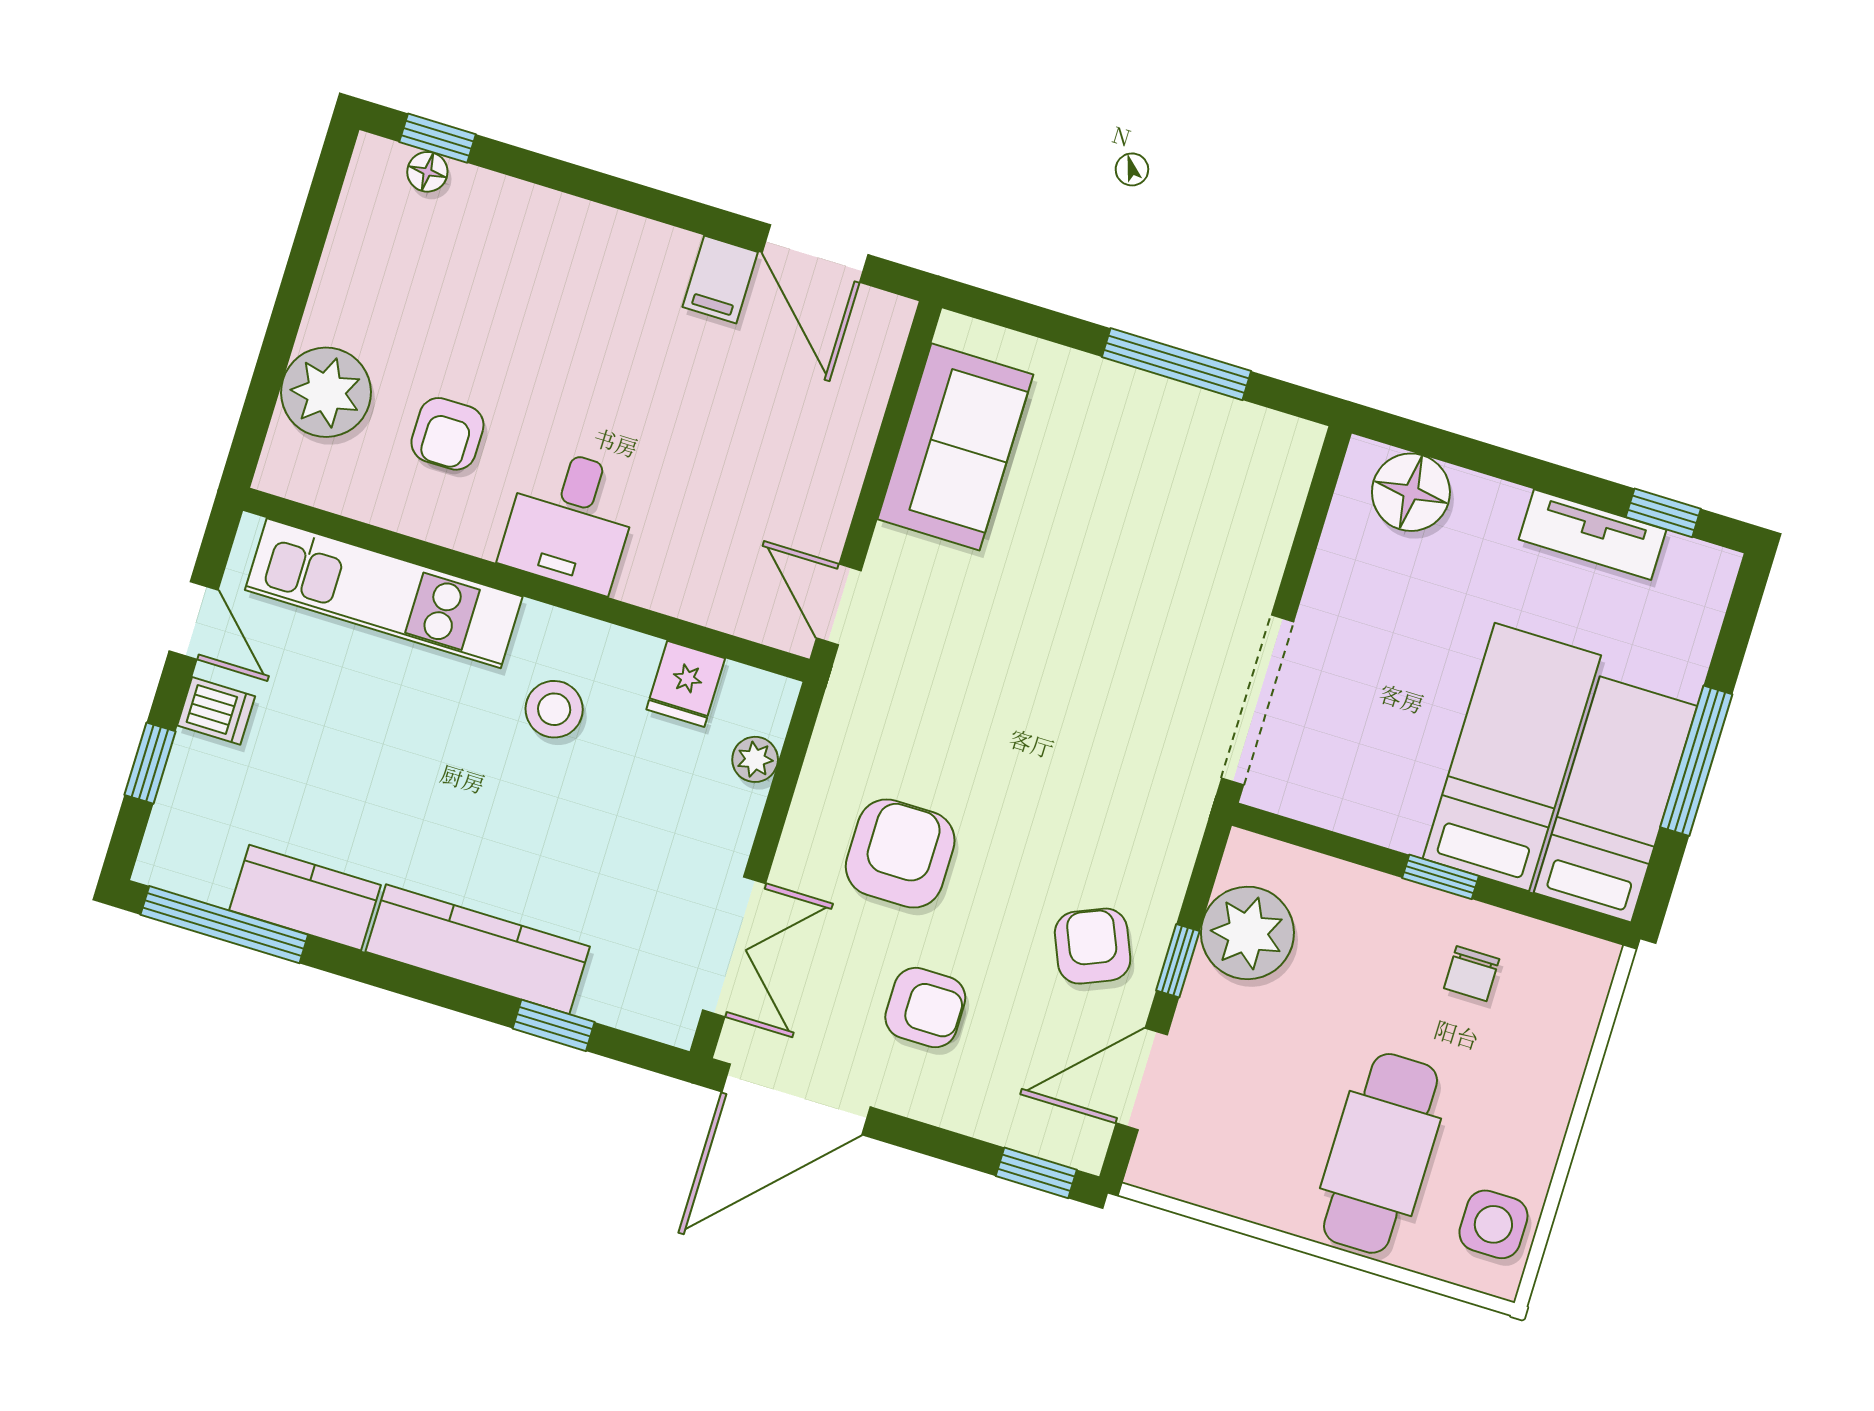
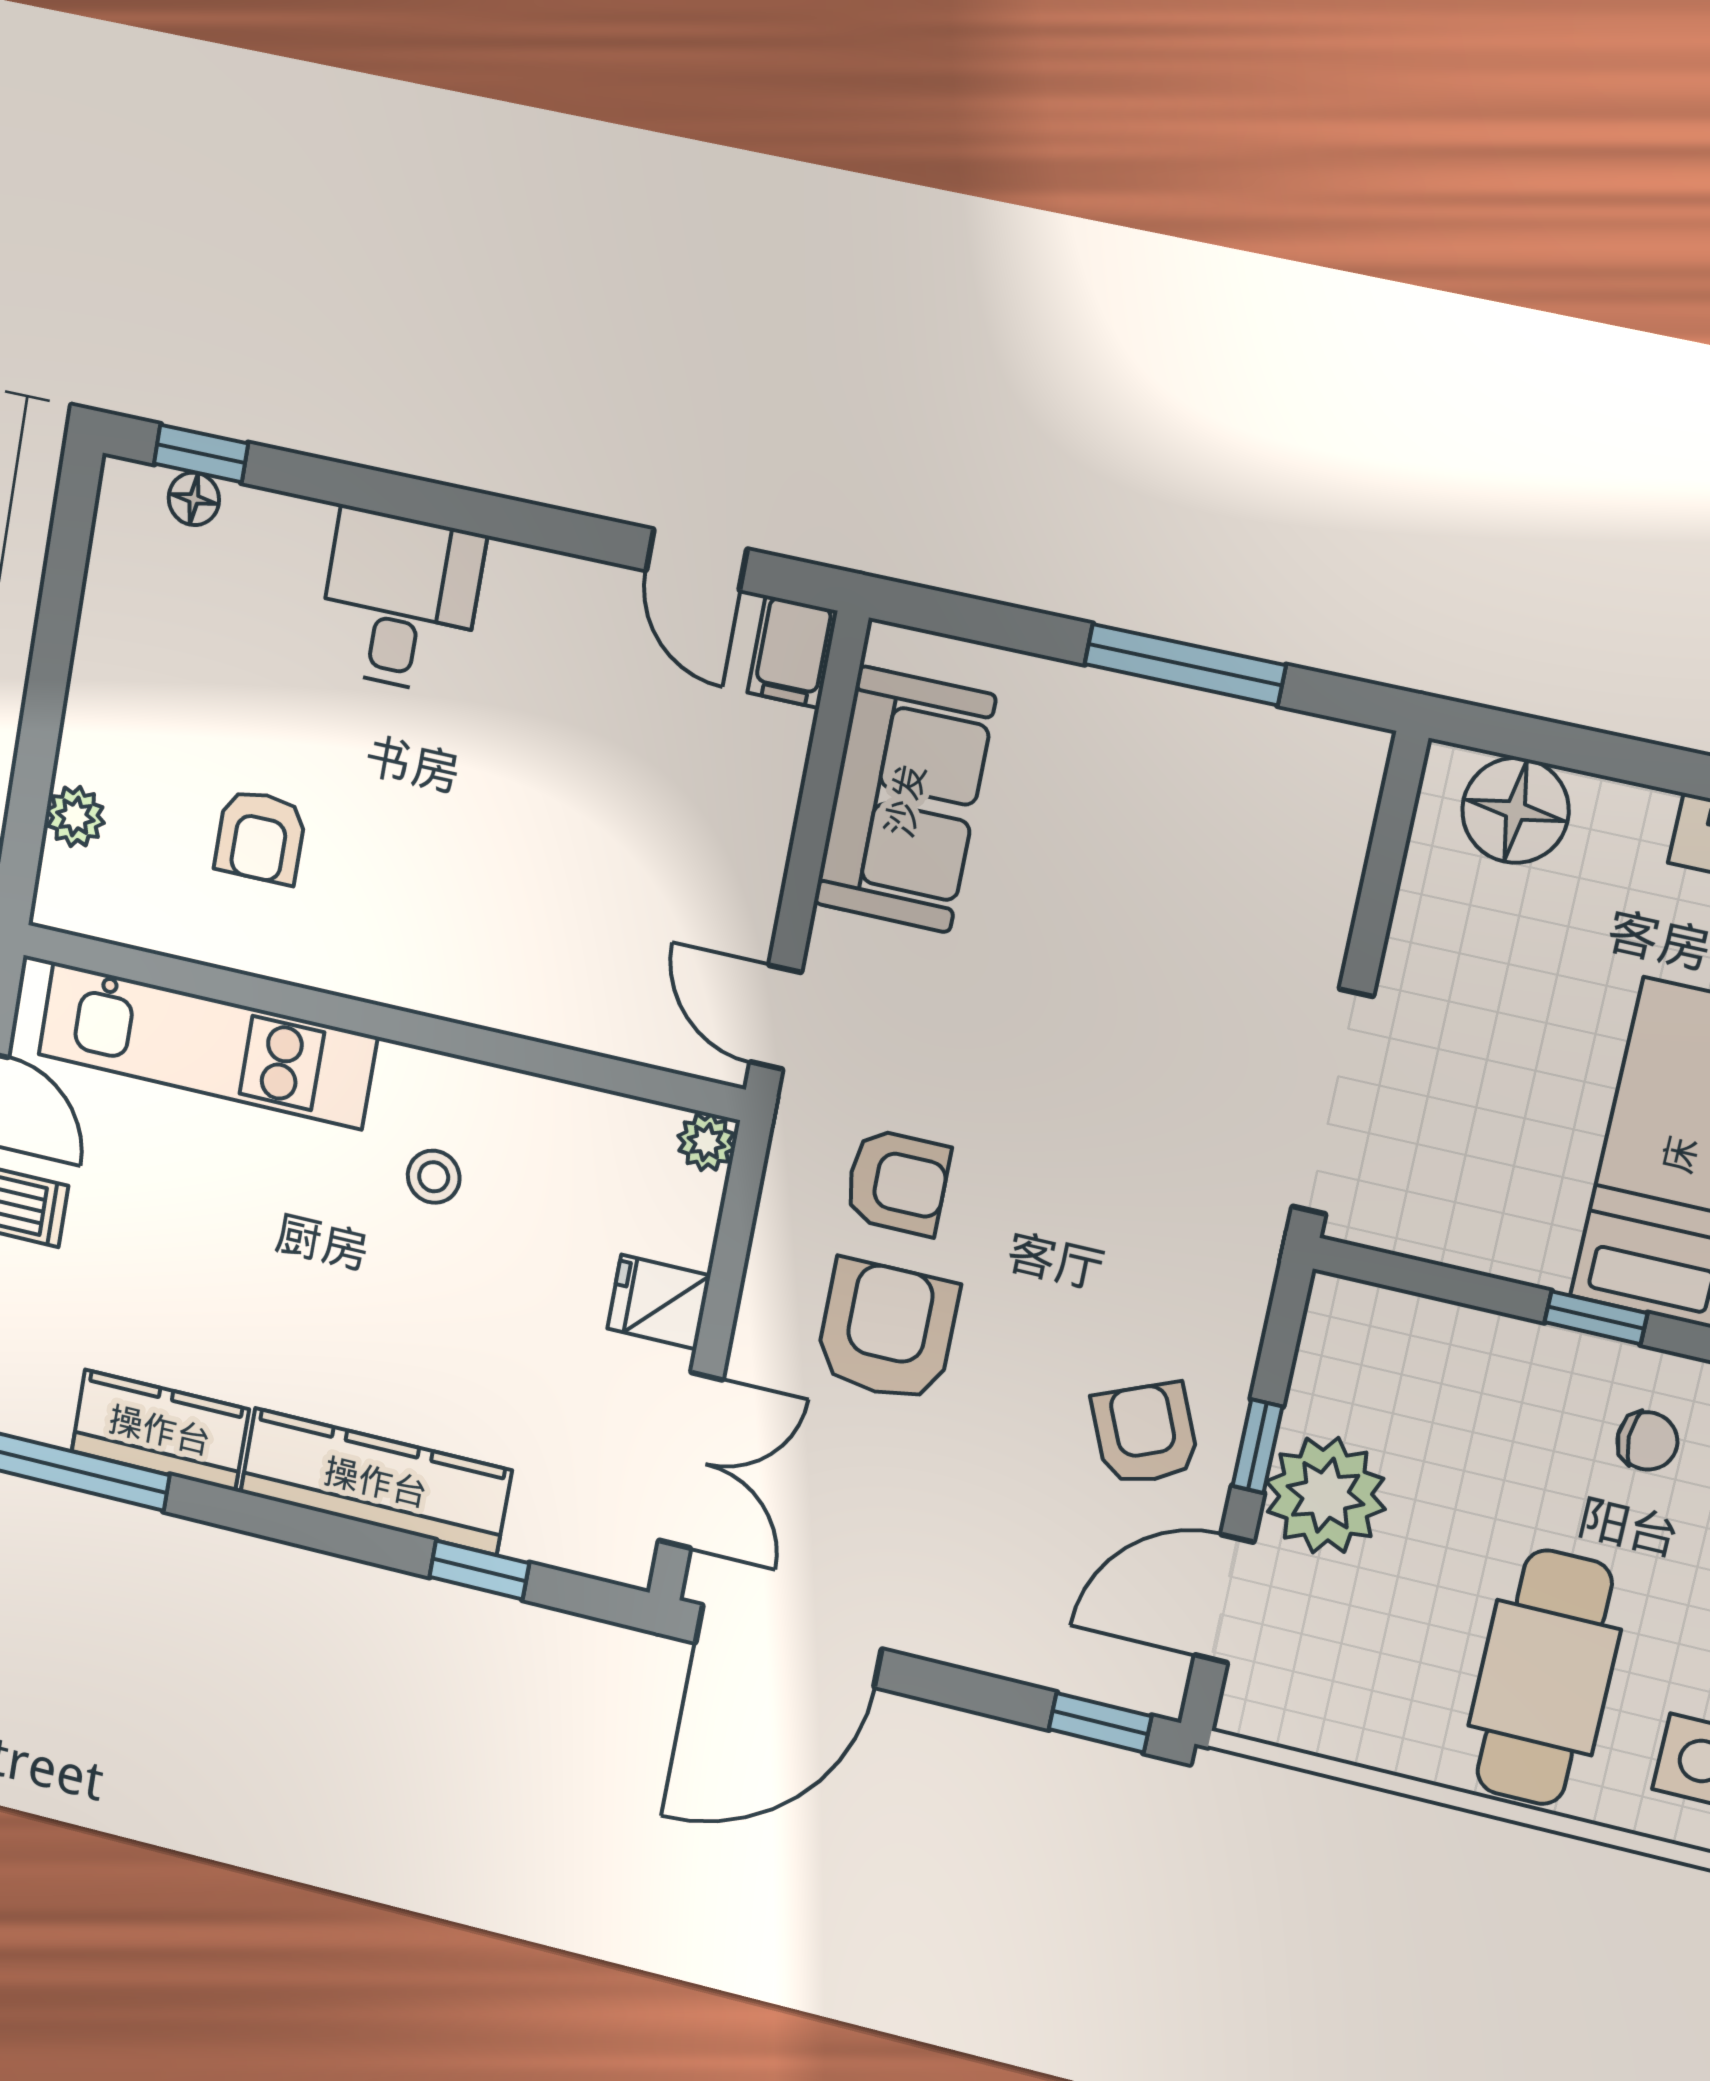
door: (815, 254) -> (697, 560), width x0.73
filing cabinet: (720, 279) -> (792, 652), moved
plant: (326, 392) -> (75, 817), width x0.53, depth x0.53
desk: (570, 520) -> (400, 601), moved, turned 180
fridge: (686, 684) -> (659, 1302), moved, turned 90
stool: (554, 709) -> (434, 1177), width x0.73, depth x0.73
plant: (755, 759) -> (706, 1142), moved
plant: (1247, 933) -> (1326, 1495), moved
chair: (1472, 974) -> (1647, 1441), turned -90
armchair: (925, 1008) -> (897, 1182), moved

